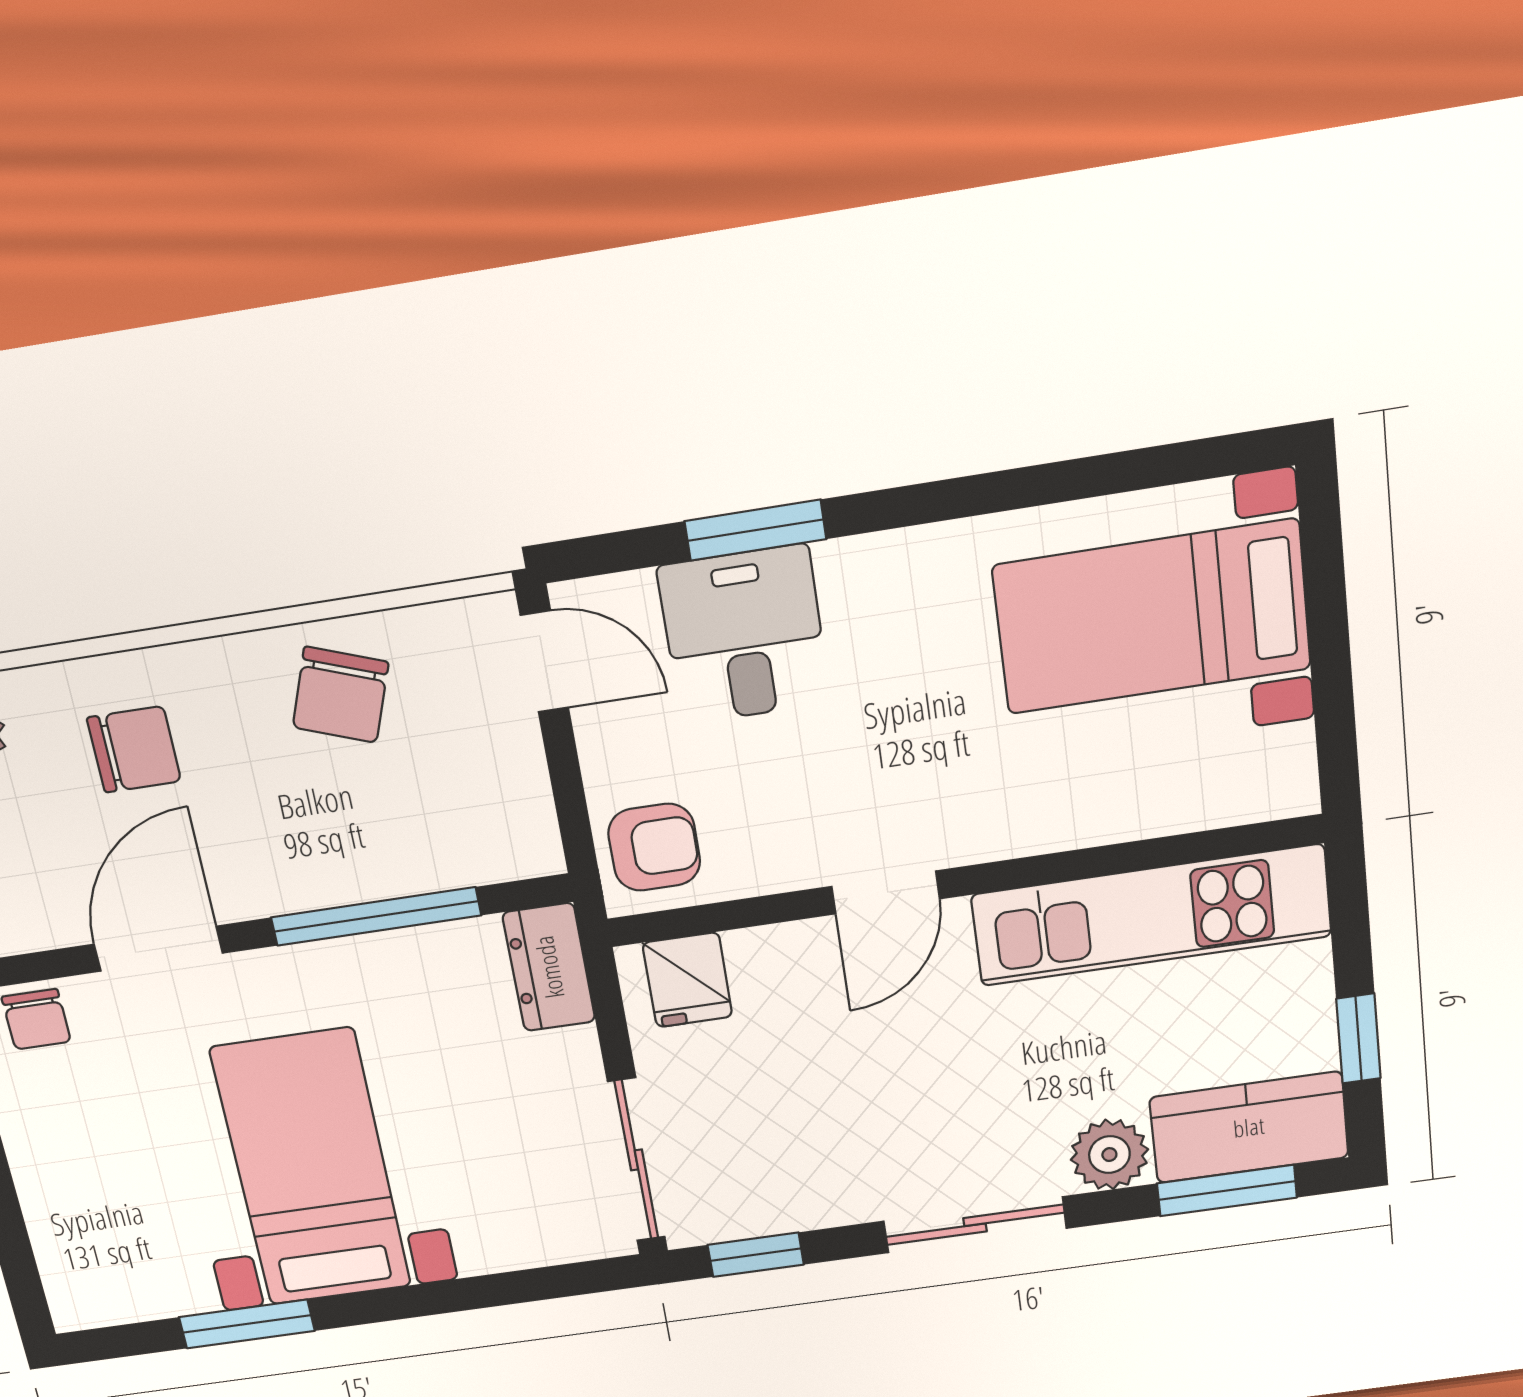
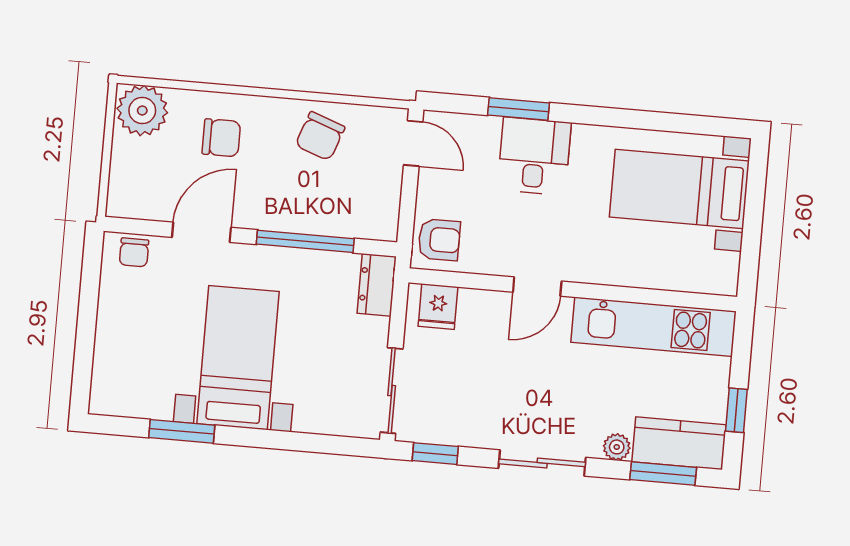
desk: (744, 635) -> (534, 156), moved
plant: (1109, 1155) -> (617, 447), width x0.73, depth x0.73

